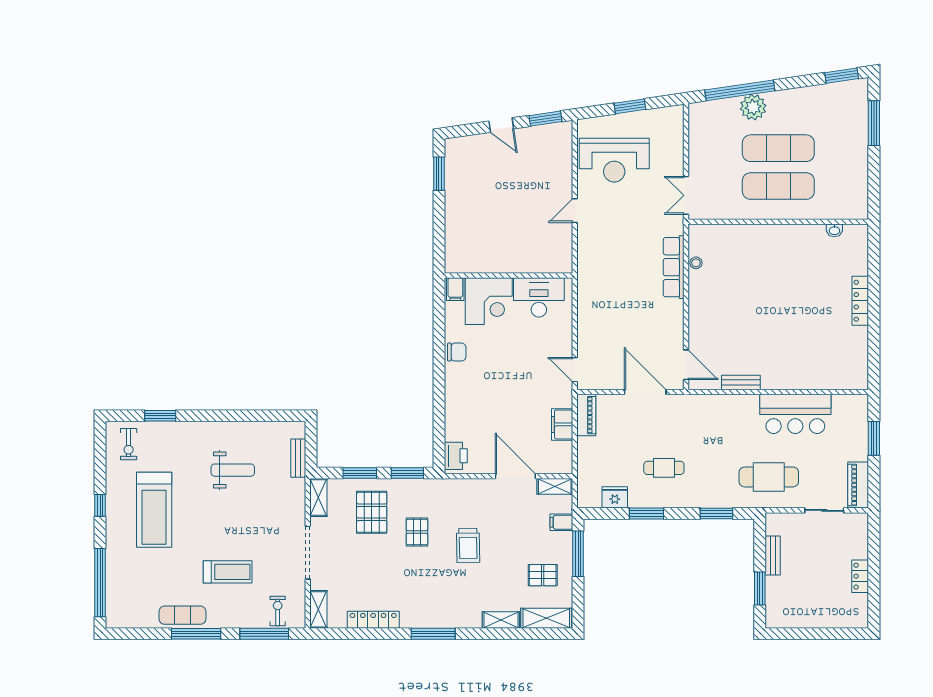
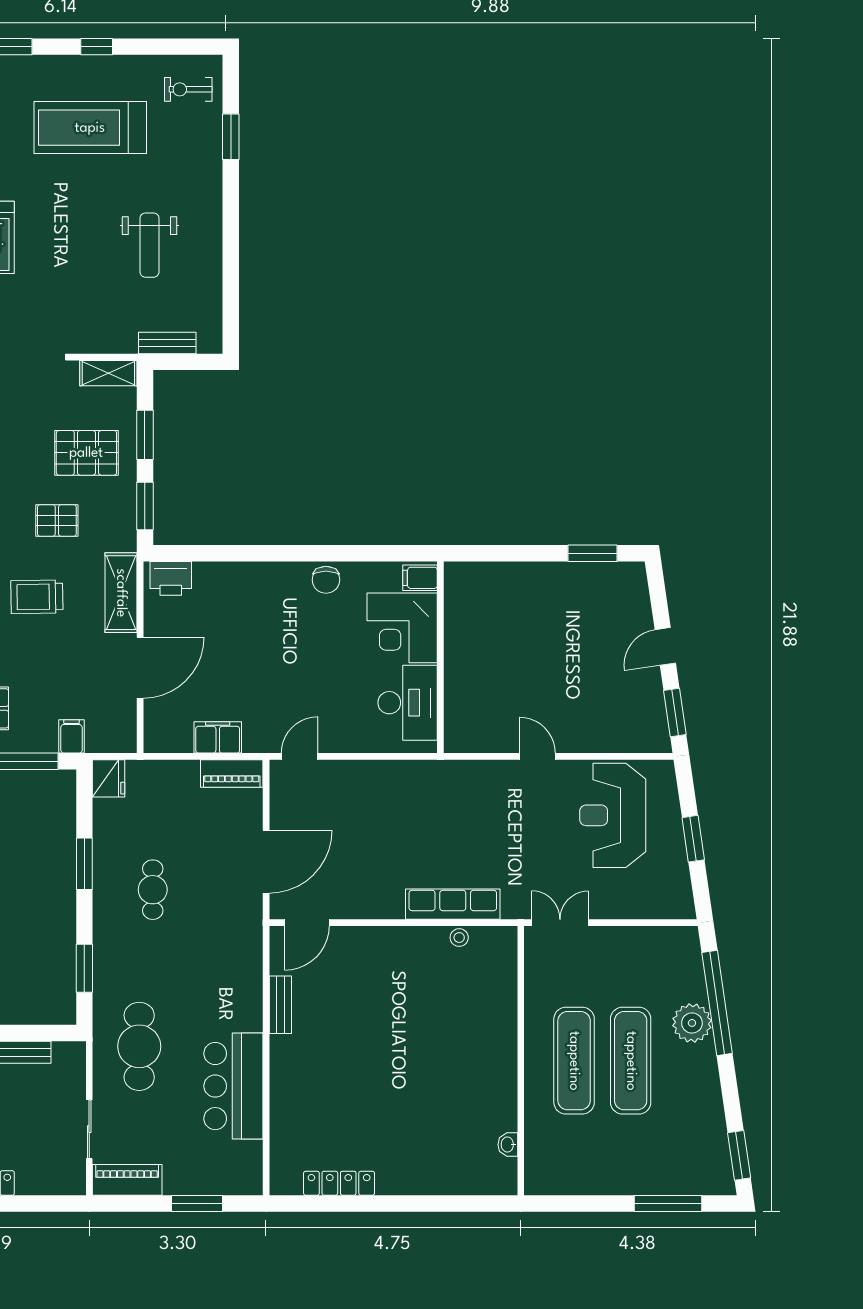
locker: (860, 301) -> (339, 1183), moved
shelving: (555, 486) -> (121, 593), moved, width x1.50, depth x1.33
fridge: (615, 497) -> (109, 778), moved

